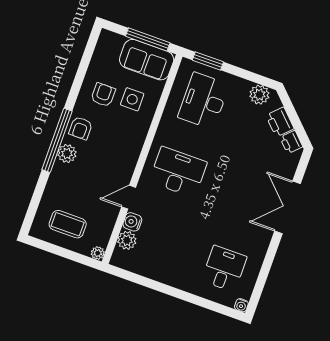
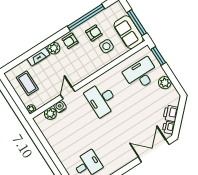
plant: (259, 95) -> (165, 83), moved
window: (57, 140) -> (86, 17), moved
desk: (178, 172) -> (101, 99), turned 180
fireplace: (56, 179) -> (38, 57), added
door: (129, 197) -> (68, 93), hinge flipped
double door: (287, 207) -> (154, 151), moved

